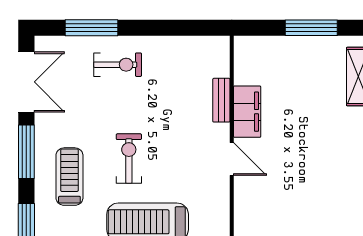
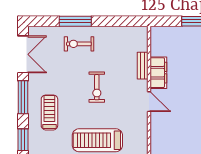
window: (91, 28) -> (75, 21), moved
exercise bike: (118, 65) -> (79, 44), turned 180
exercise bike: (129, 159) -> (97, 87), moved, turned 180

